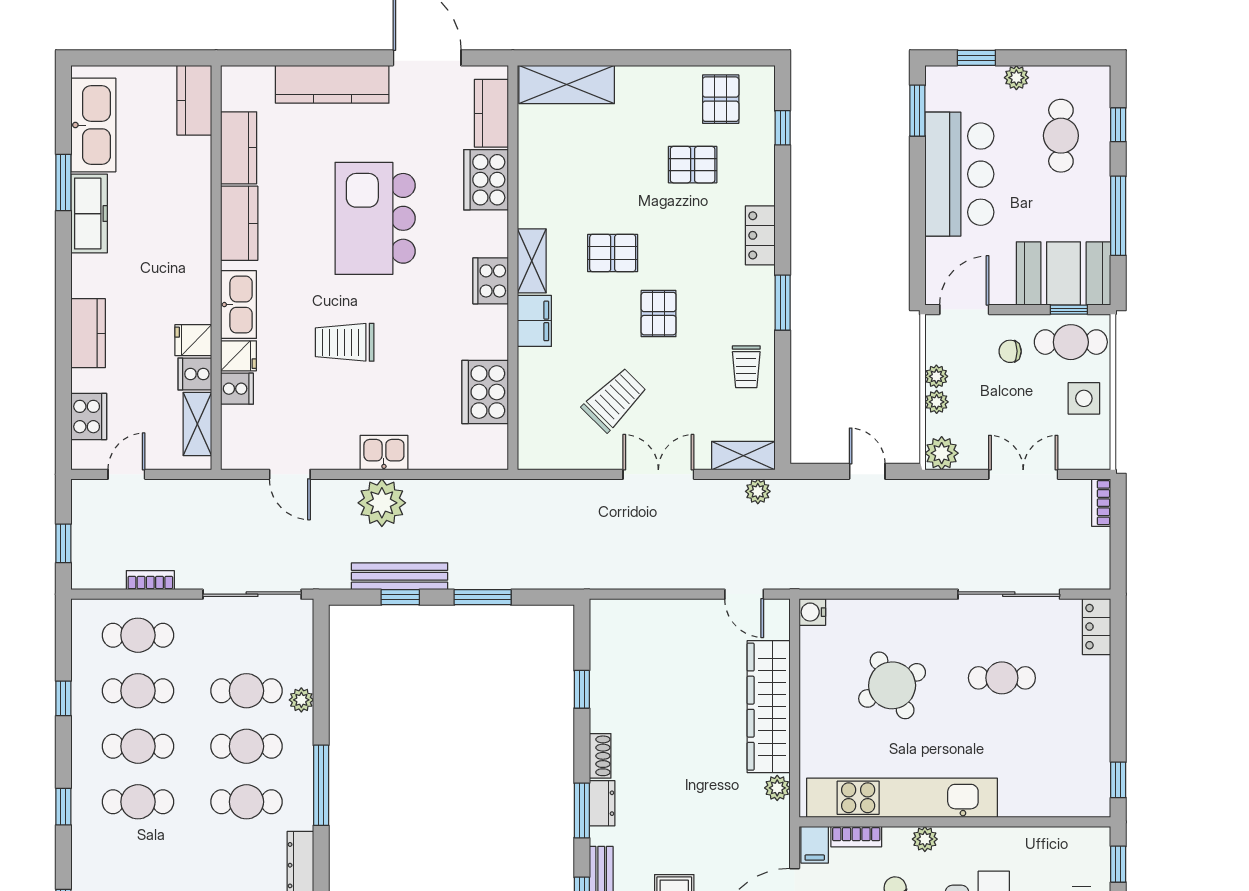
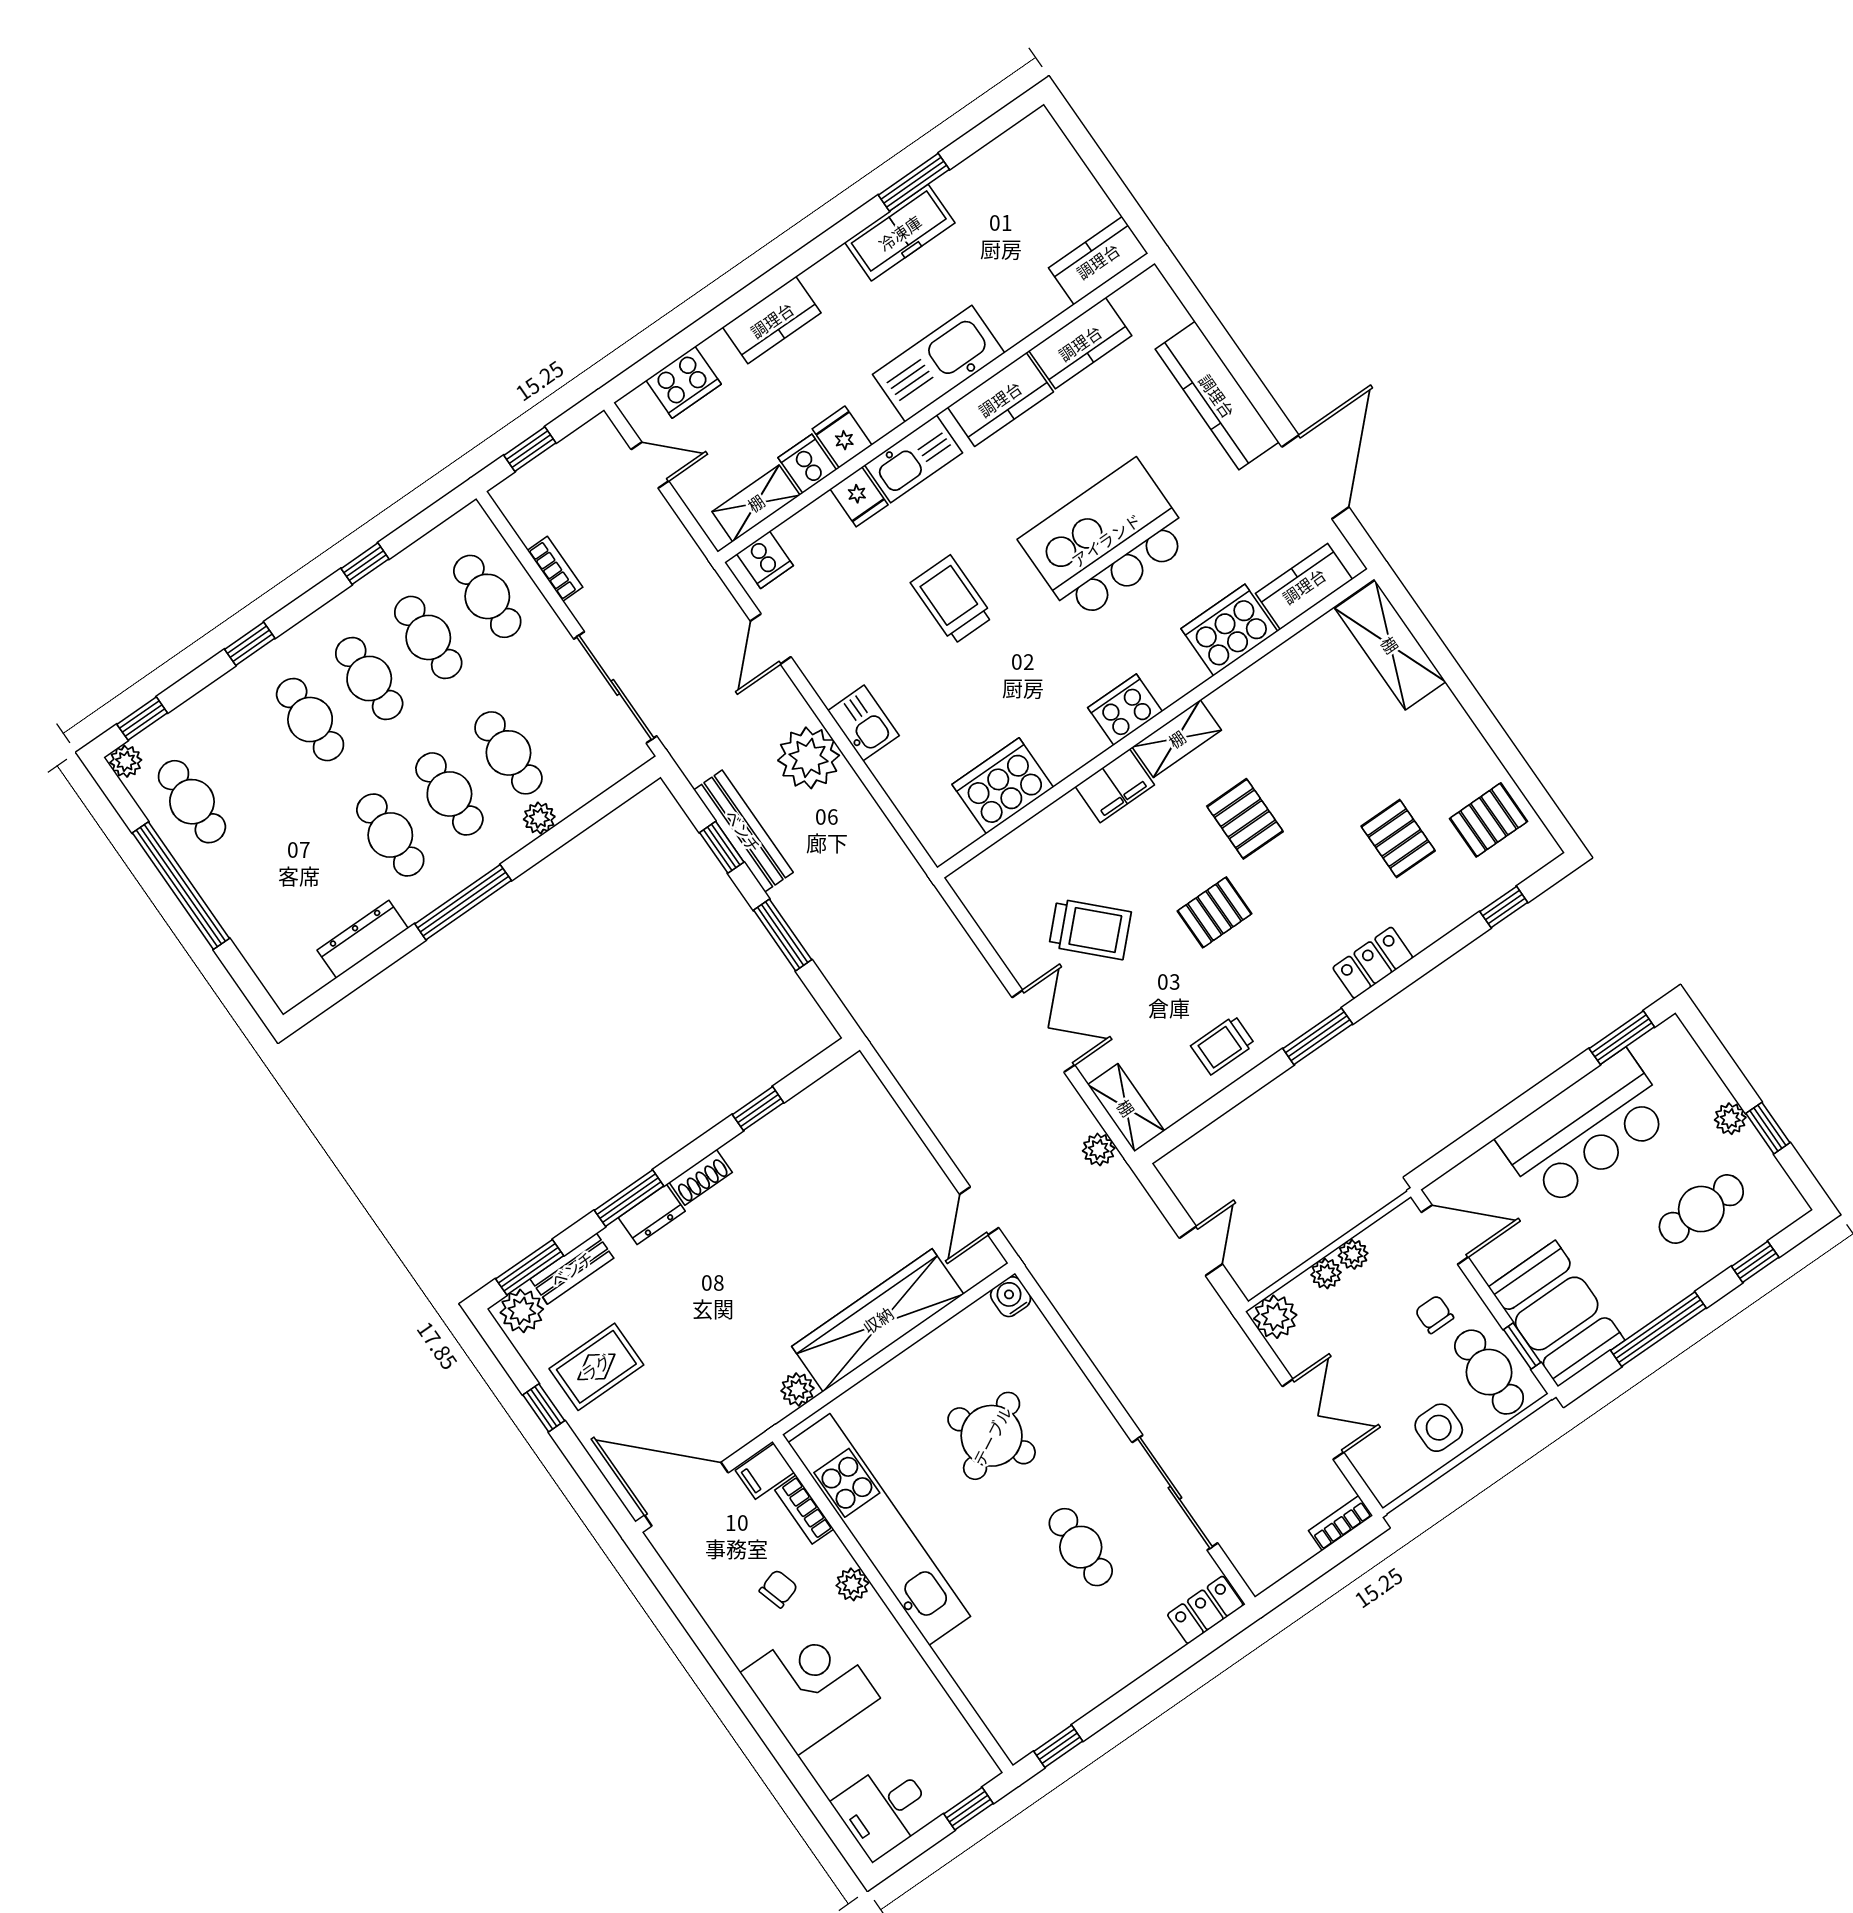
window: (976, 58) -> (1768, 1128), moved
kitchen sink: (93, 125) -> (939, 364), moved, turned 180
cooker: (237, 389) -> (765, 560), moved

